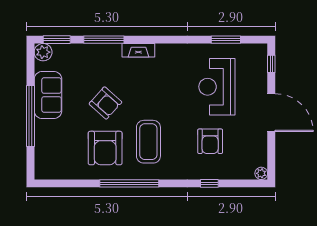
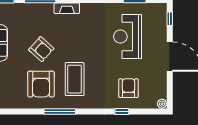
armchair: (210, 141) -> (128, 88), moved, turned 180
window: (129, 183) -> (60, 111), width x0.68

